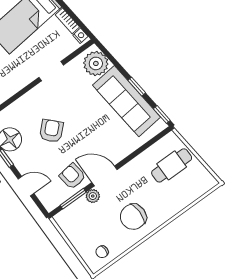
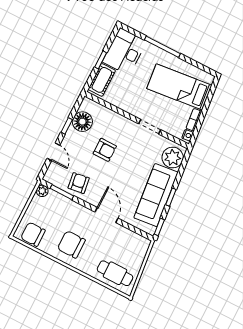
armchair: (51, 131) -> (105, 150), turned 44
cafe table: (172, 165) -> (115, 273), moved
door: (104, 176) -> (106, 215), moved
plant: (93, 196) -> (42, 191), moved
chair: (102, 252) -> (33, 234), width x1.87, depth x1.87

